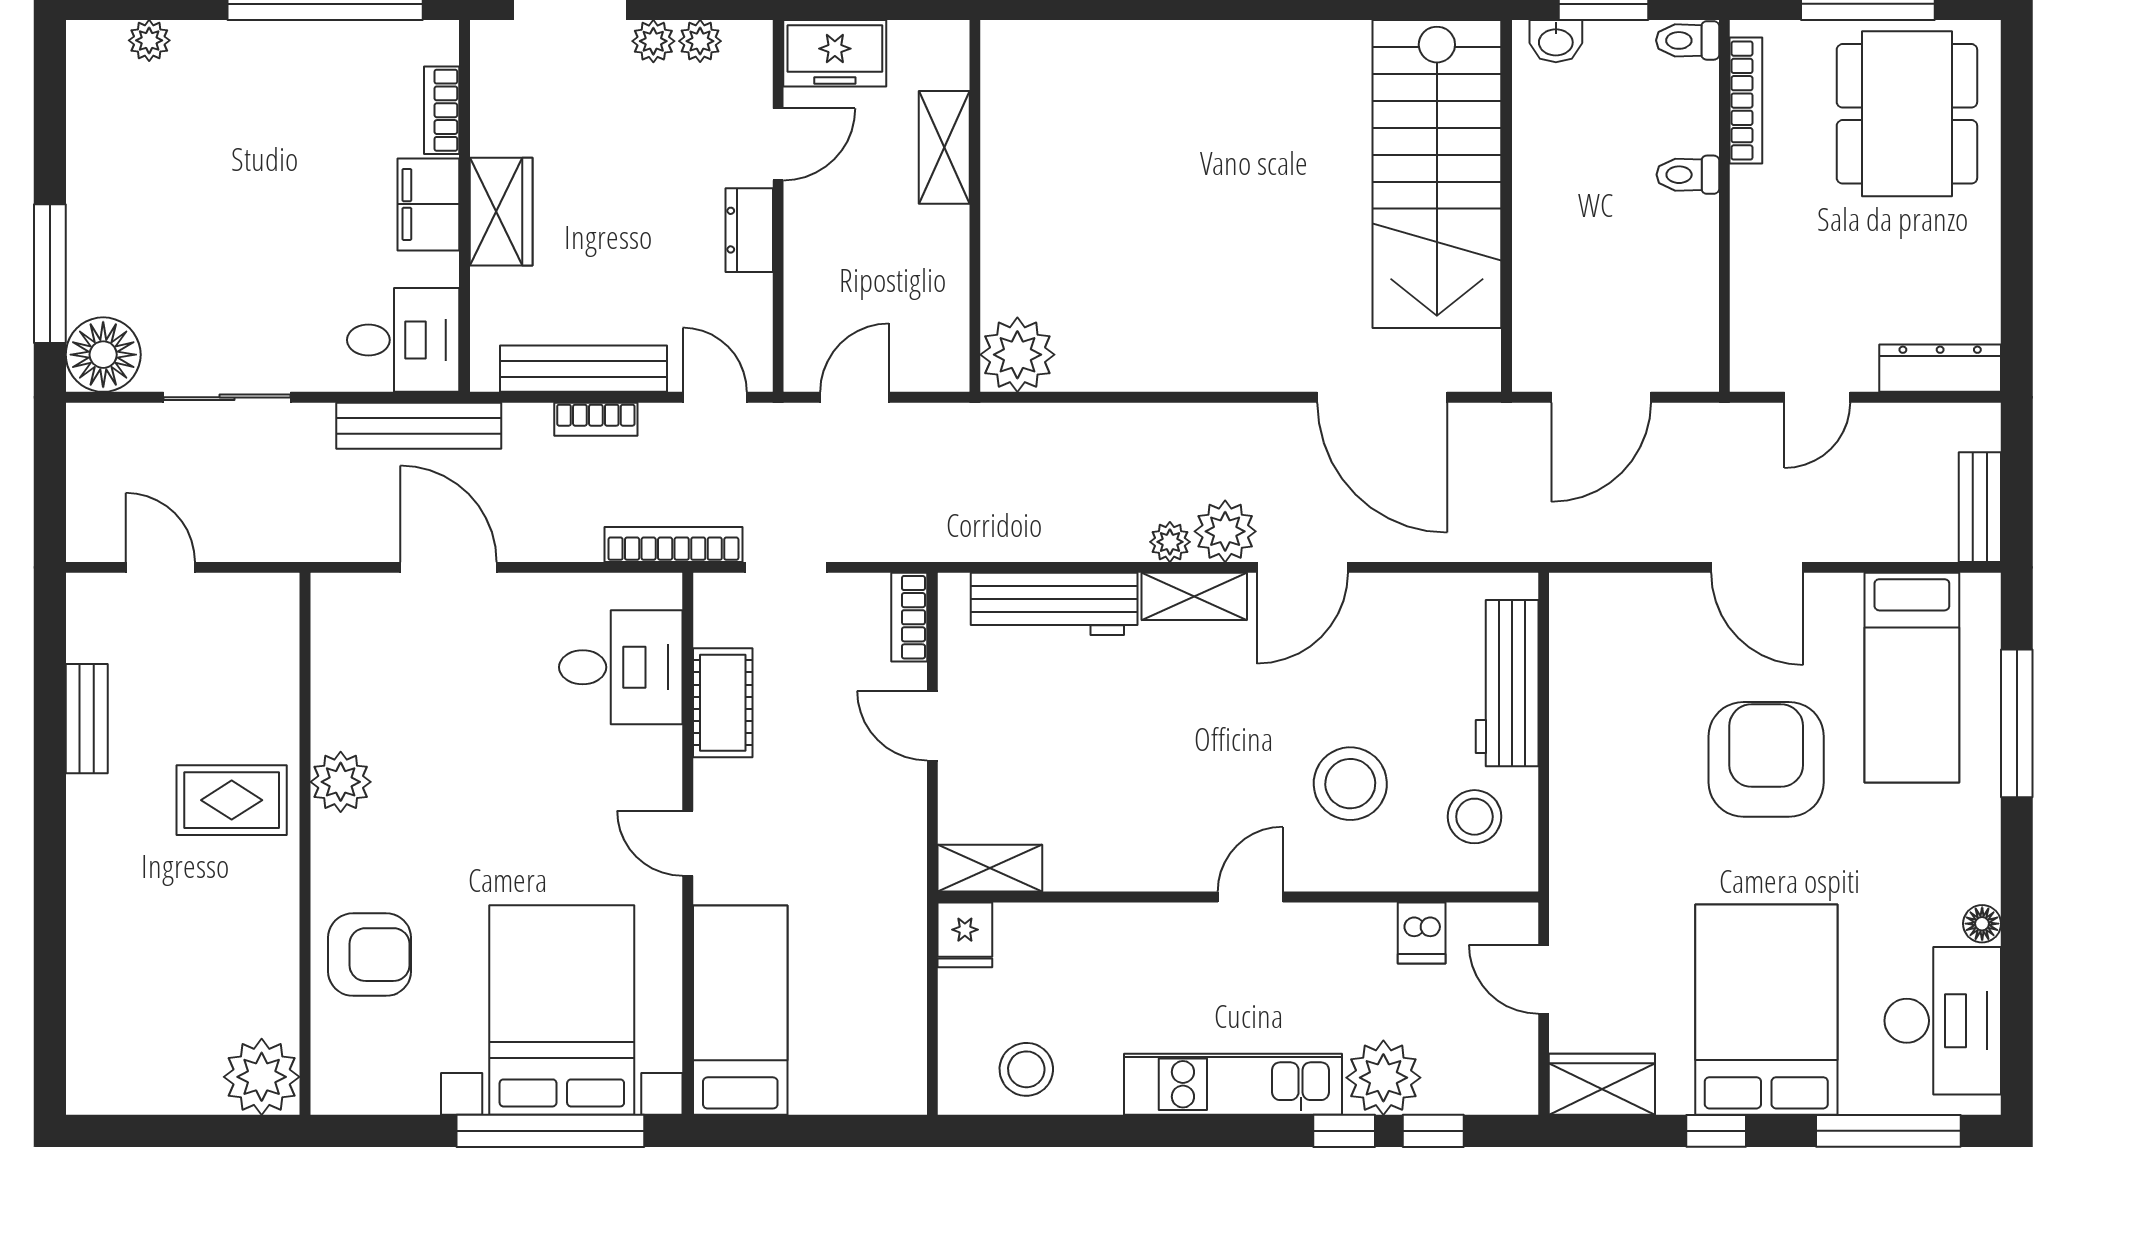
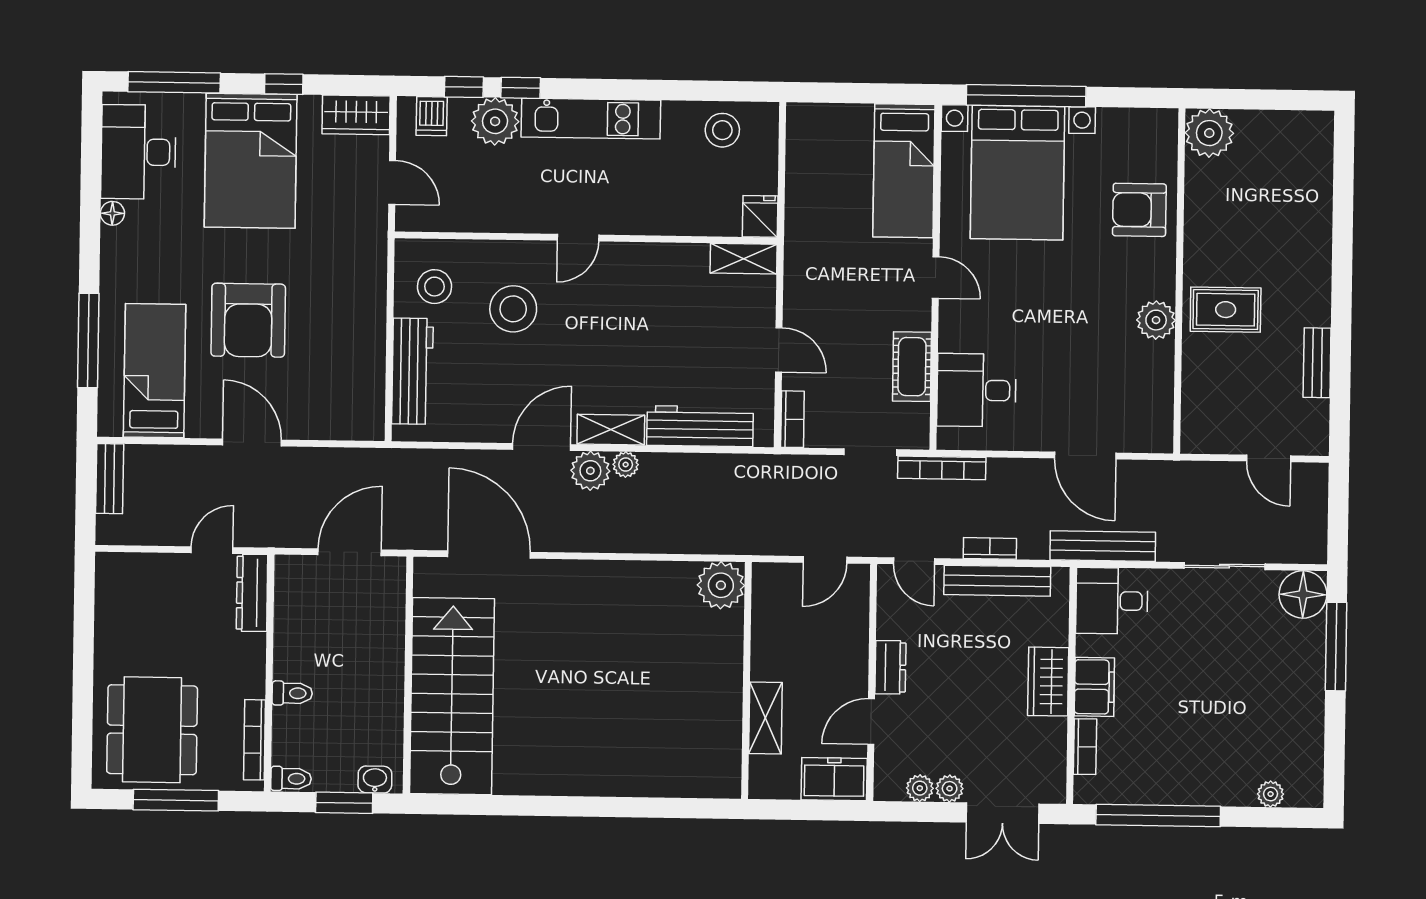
dresser: (1940, 368) -> (252, 593), moved, turned 90
dishwasher: (1422, 933) -> (432, 116), moved, turned 180

